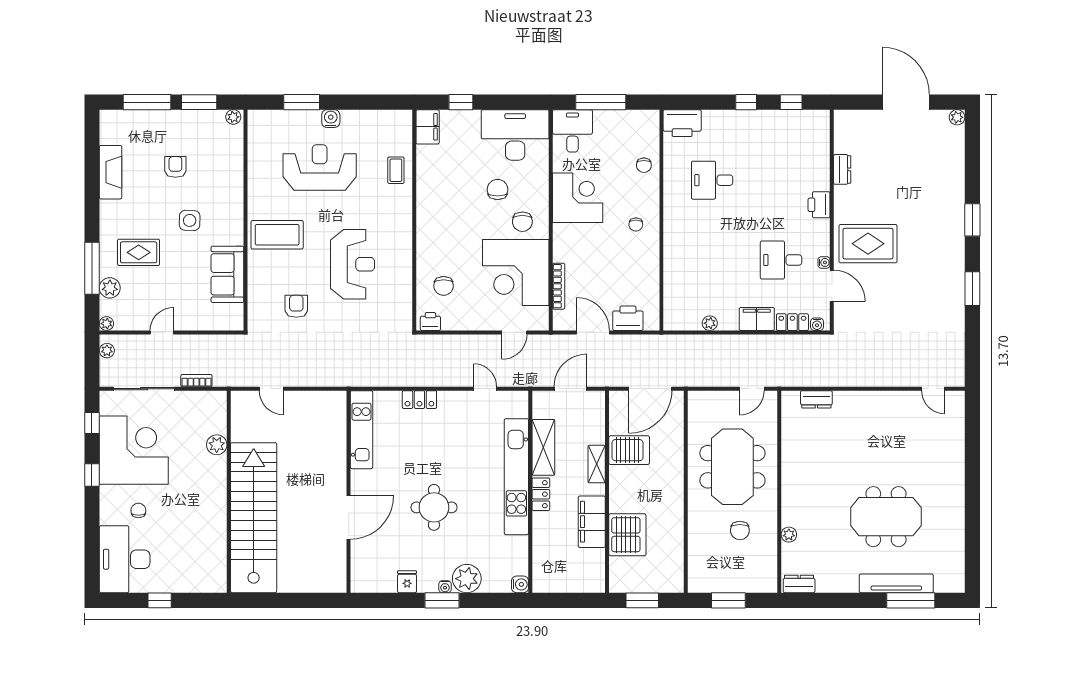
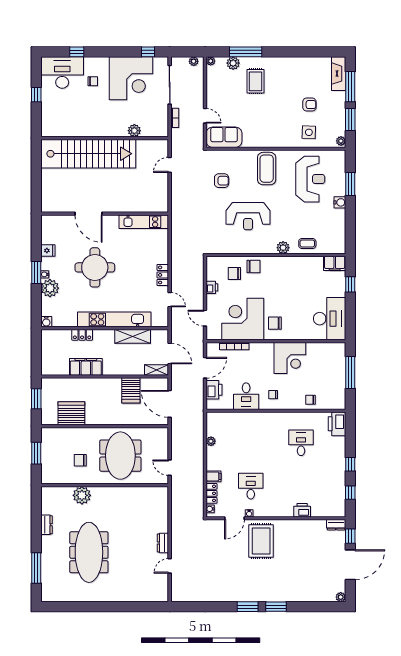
window: (860, 102) -> (350, 536), added
desk: (572, 131) -> (246, 396), moved, turned 90
reception desk: (320, 167) -> (310, 179), moved
dresser: (842, 169) -> (336, 525), moved
fireplace: (111, 172) -> (339, 74), moved, turned 90
chair: (498, 189) -> (254, 266), moved
printer: (819, 205) -> (302, 510), moved
plant: (402, 209) -> (283, 248), added
side table: (190, 220) -> (309, 132), moved
sofa: (227, 274) -> (224, 137), moved
window: (972, 289) -> (248, 607), moved
filing cabinet: (757, 319) -> (214, 476), width x0.50
printer: (430, 322) -> (212, 287), moved
door: (162, 332) -> (205, 116), moved
door: (485, 389) -> (170, 300), hinge flipped
door: (933, 389) -> (170, 566), moved
dresser: (816, 399) -> (163, 543), moved
locker: (419, 400) -> (163, 275), moved
shelving: (597, 464) -> (157, 370), moved
meeting table: (732, 467) -> (120, 456), turned 90
window: (92, 475) -> (77, 52), moved
locker: (541, 494) -> (82, 335), moved
round table: (434, 507) -> (95, 267), width x1.36, depth x1.36
meeting table: (886, 517) -> (89, 552), width x1.36
server rack: (627, 535) -> (71, 413), moved, turned 180
plant: (789, 535) -> (82, 495), width x1.88, depth x1.88
tv unit: (896, 583) -> (47, 559), removed
dresser: (799, 584) -> (47, 525), moved

